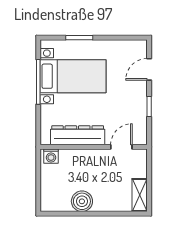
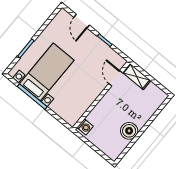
dresser: (78, 135) -> (86, 100), removed
shelving: (140, 195) -> (137, 77), moved

